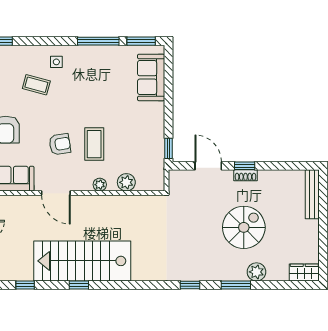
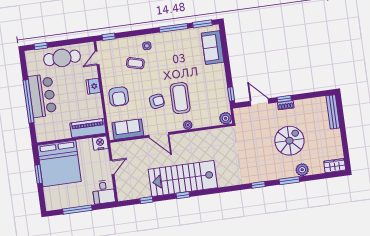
coffee table: (94, 144) -> (180, 98), width x1.36, depth x1.32
plant: (126, 182) -> (226, 118), moved

